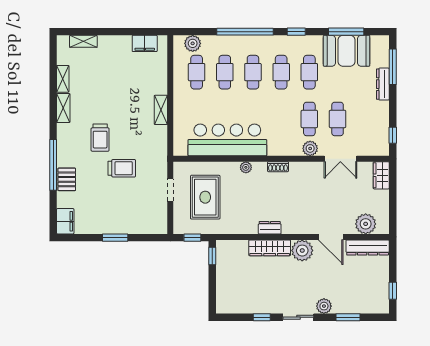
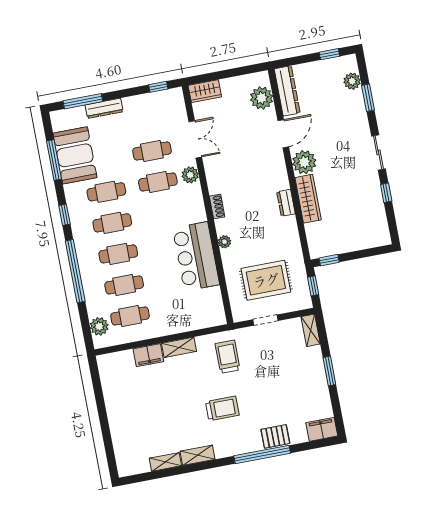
shelving: (83, 41) -> (311, 330), moved
filing cabinet: (145, 43) -> (148, 355), moved, turned 90
bar counter: (227, 140) -> (196, 256), width x0.73
trolley: (122, 168) -> (228, 357), moved
plant: (324, 306) -> (352, 81), moved

